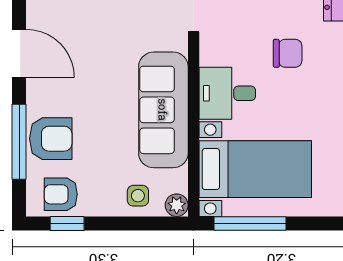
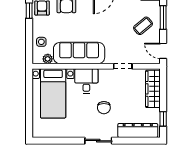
plant: (177, 205) -> (48, 59), moved
window: (250, 223) -> (29, 91), removed

